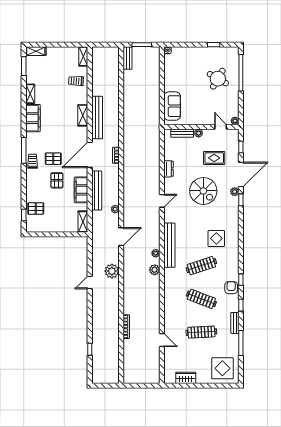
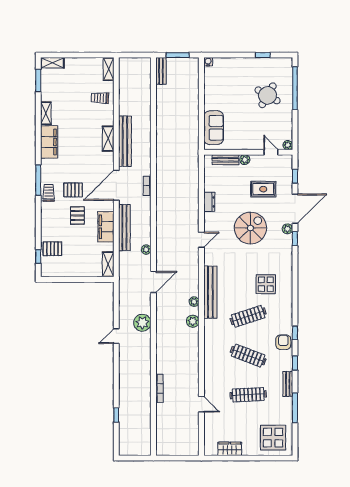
spiral stairs: (203, 191) -> (250, 228), turned -90

